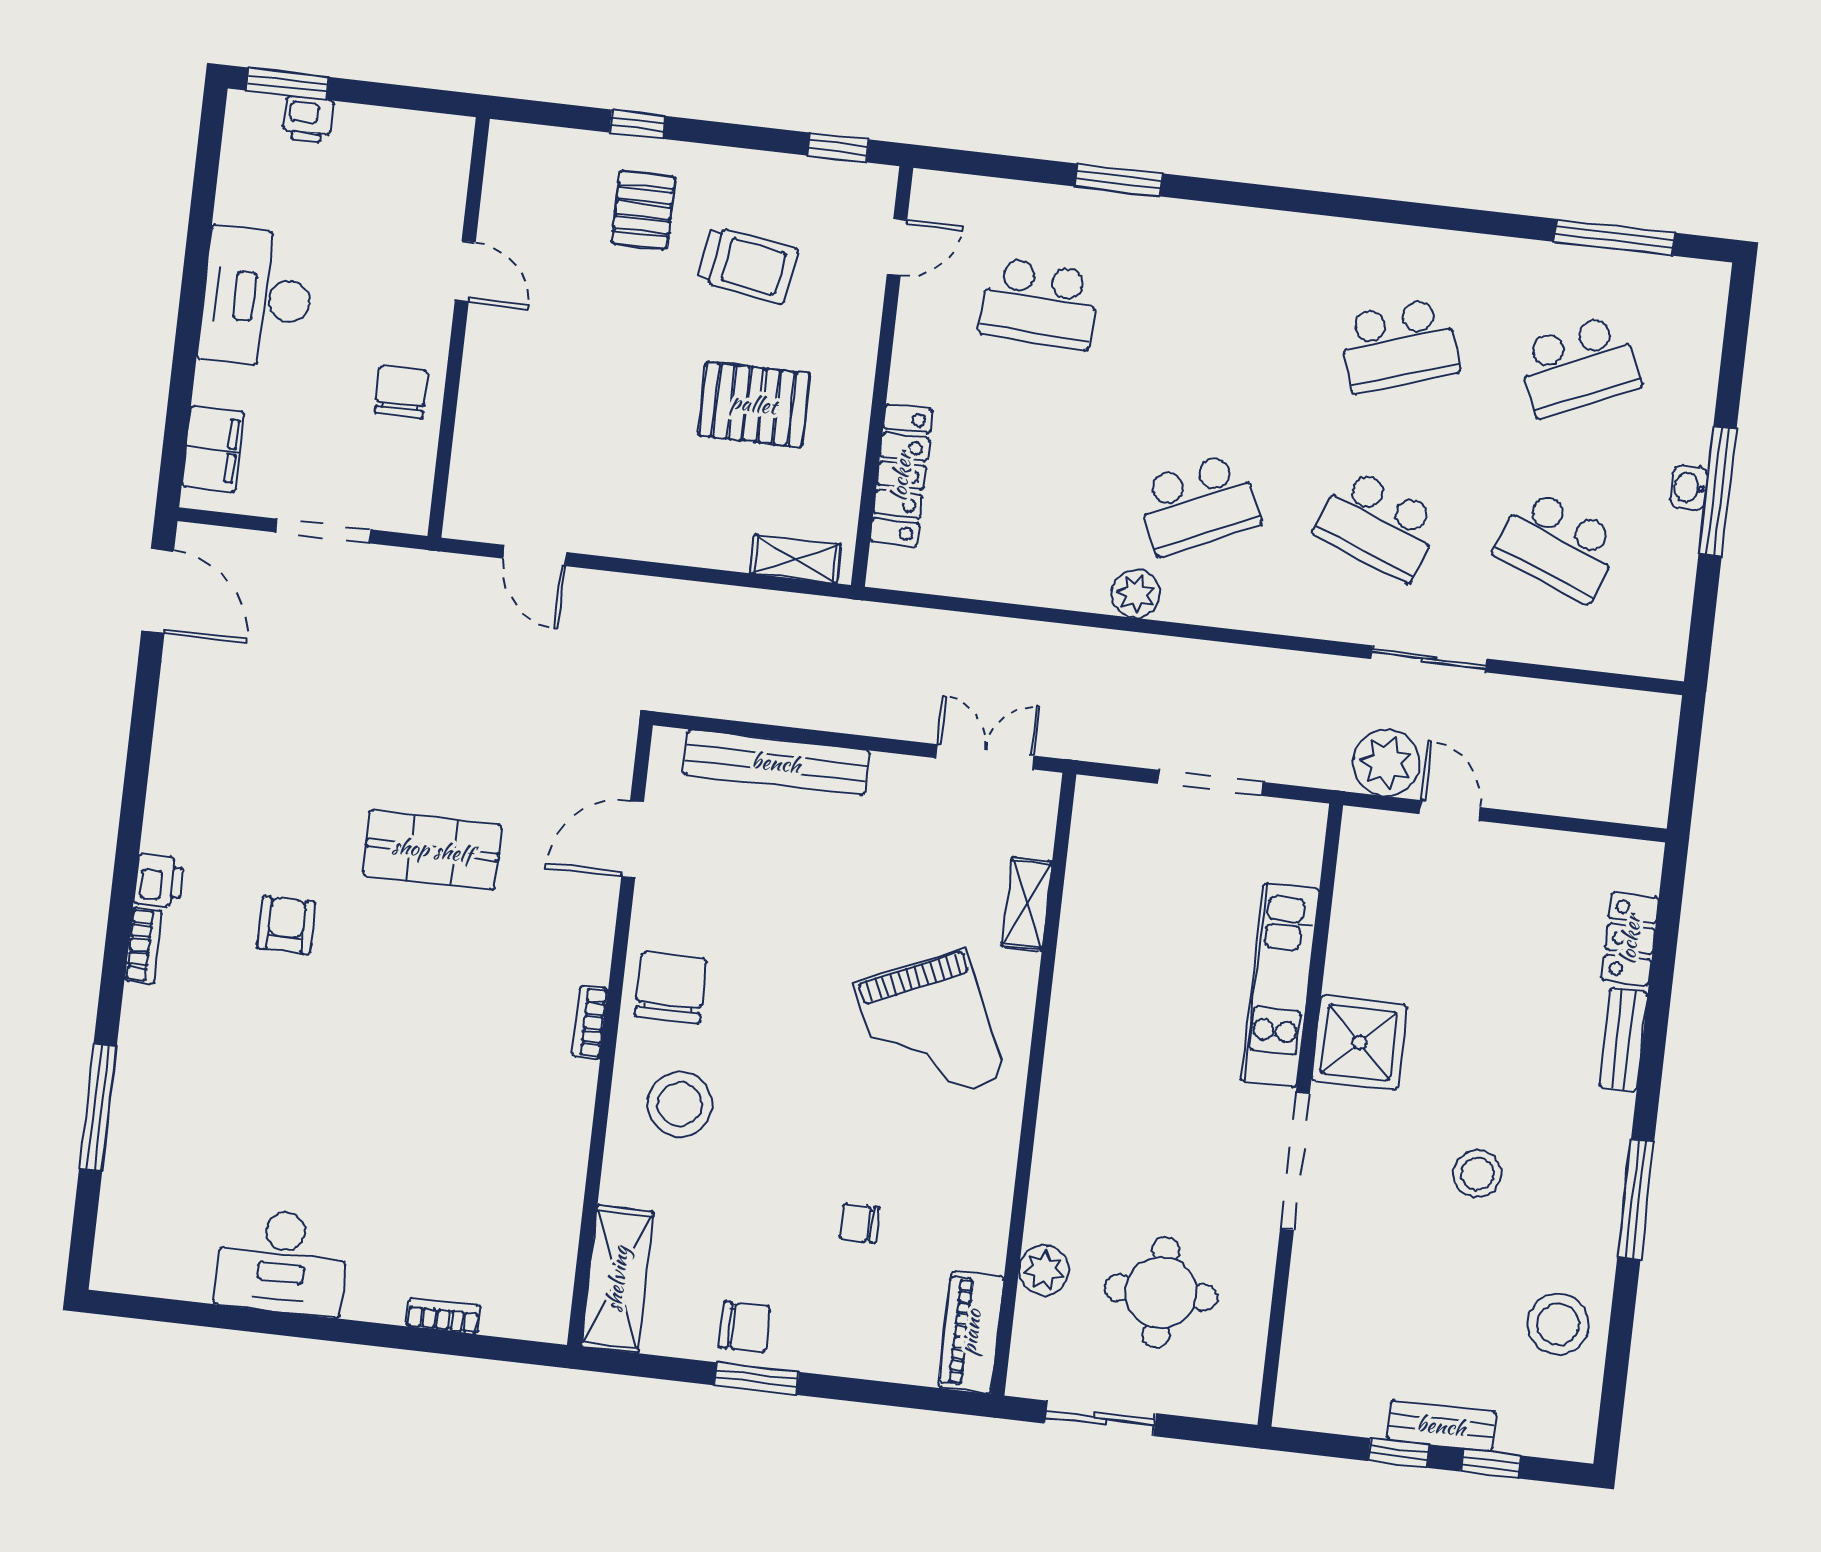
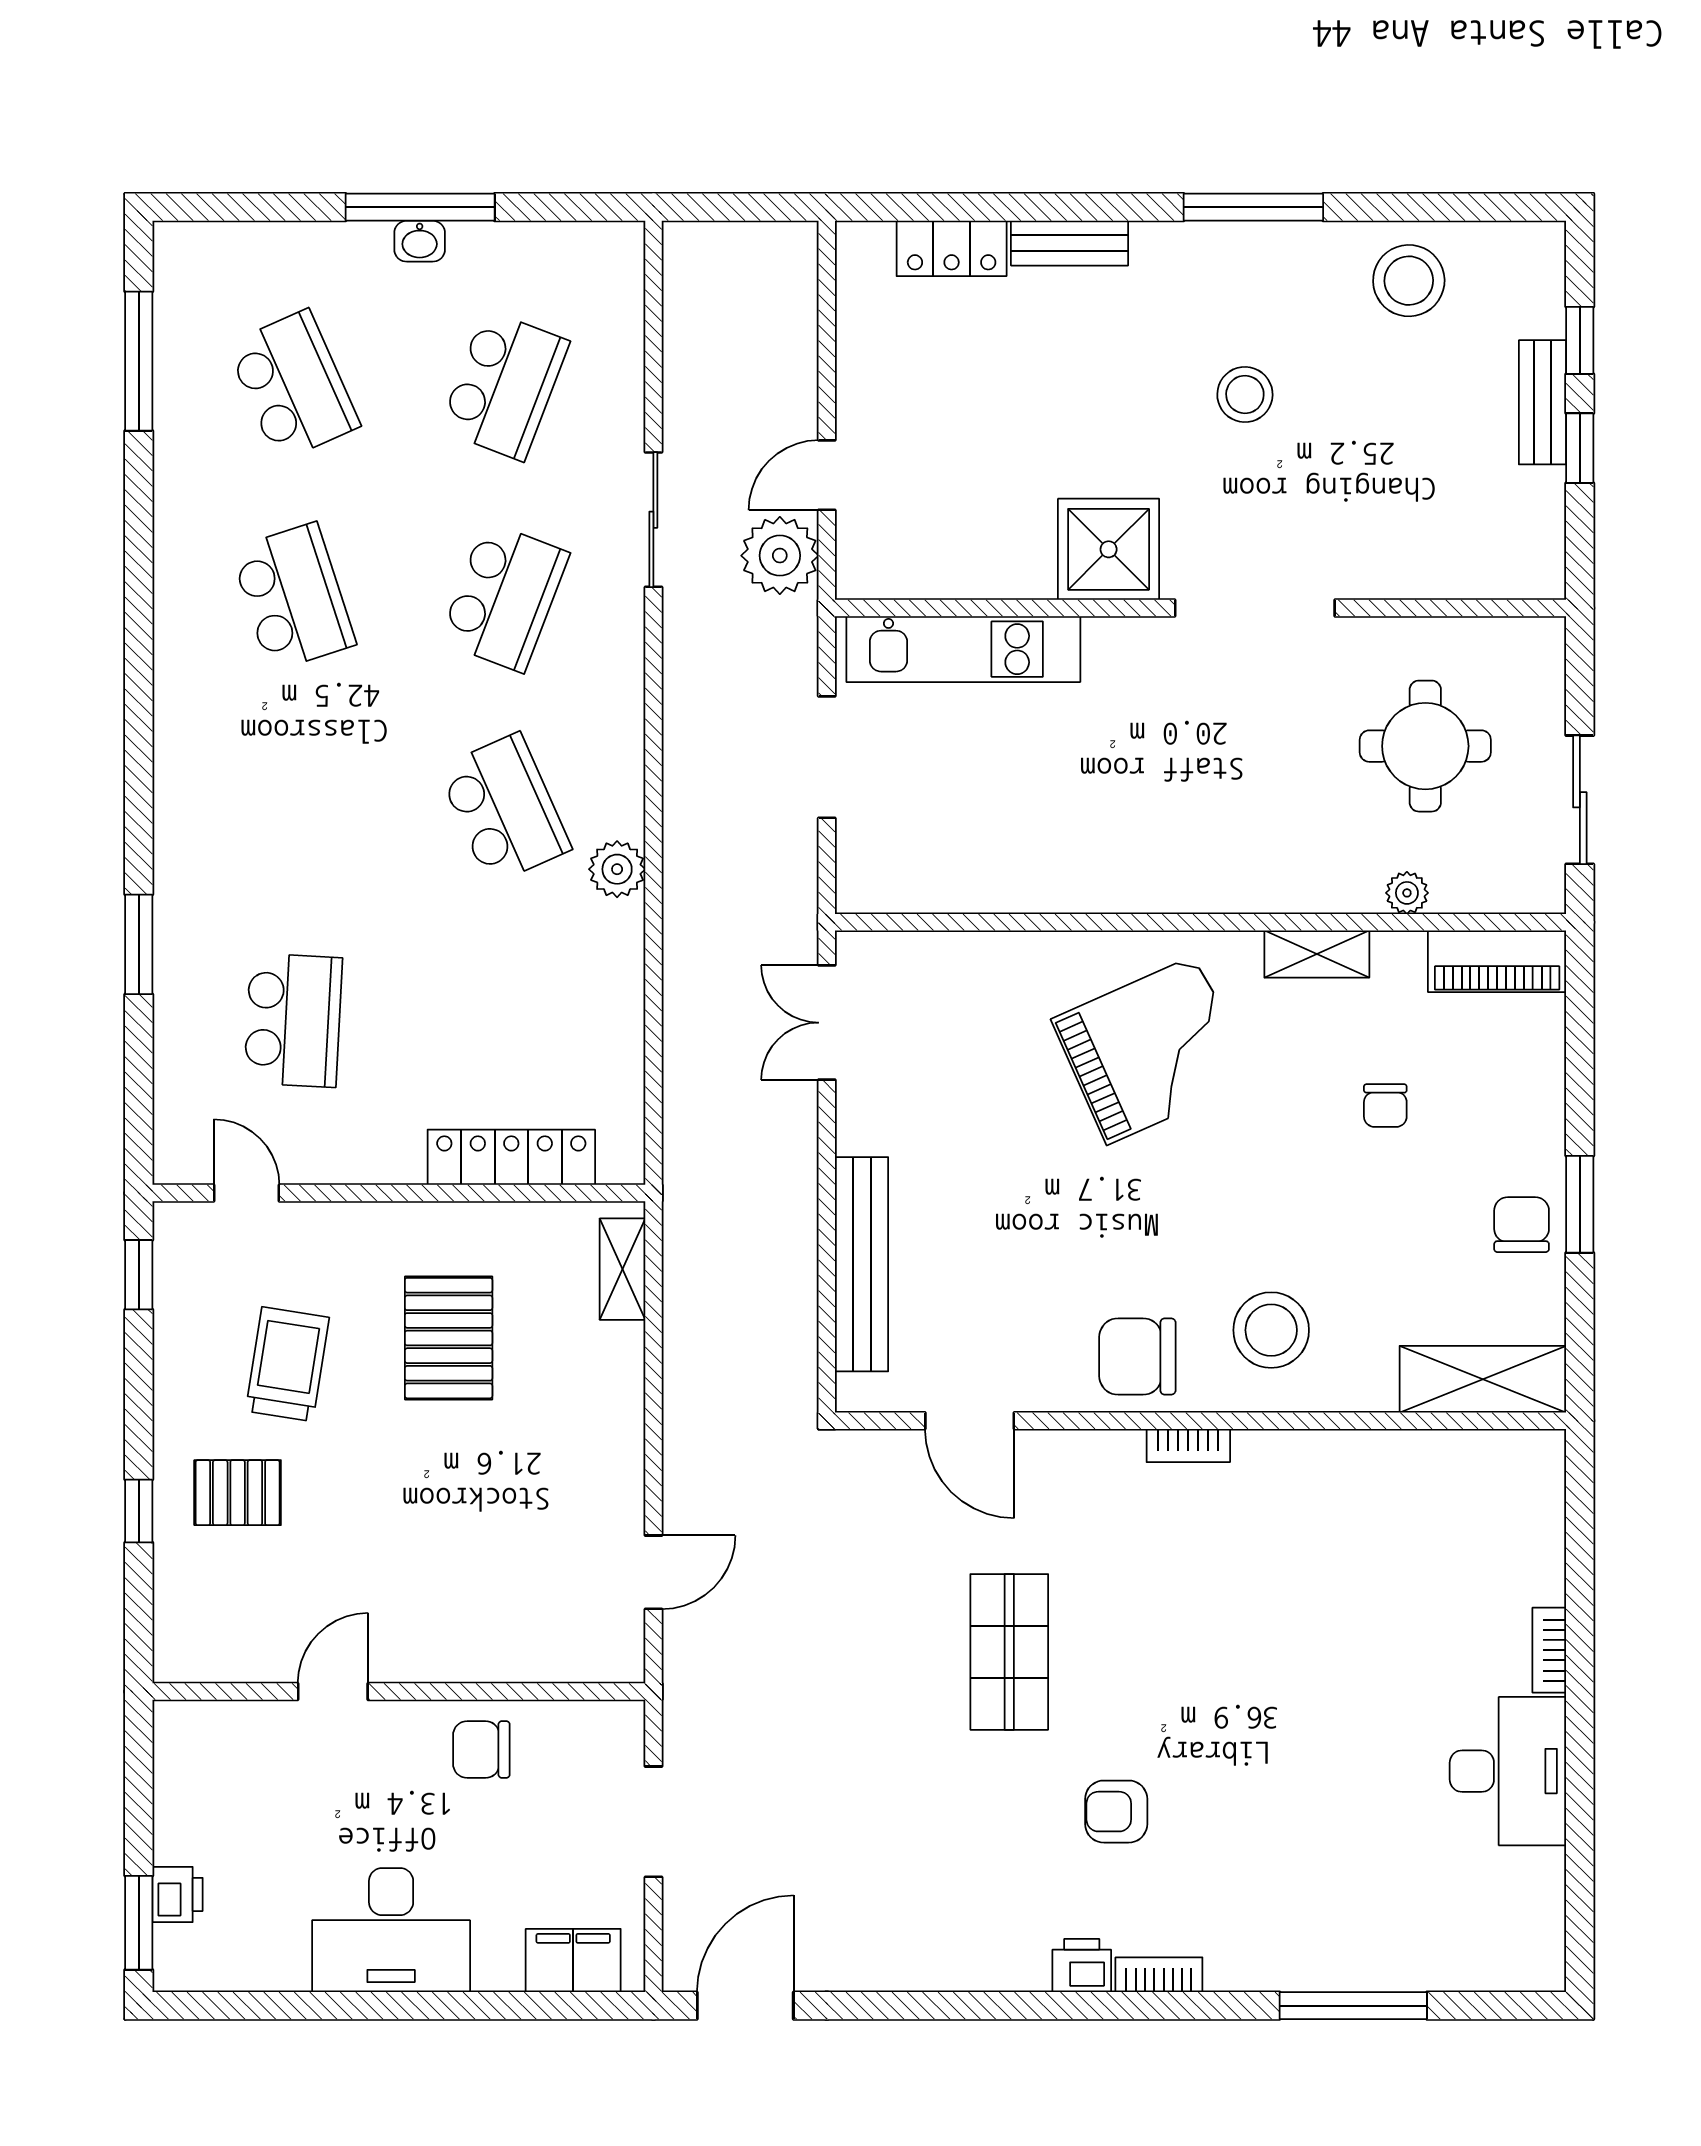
shelving: (1027, 904) -> (1317, 954), moved
kitchen unit: (1280, 985) -> (963, 649), moved
plant: (1044, 1270) -> (1407, 893), width x0.73, depth x0.73
bookcase: (443, 1316) -> (1549, 1650), moved

